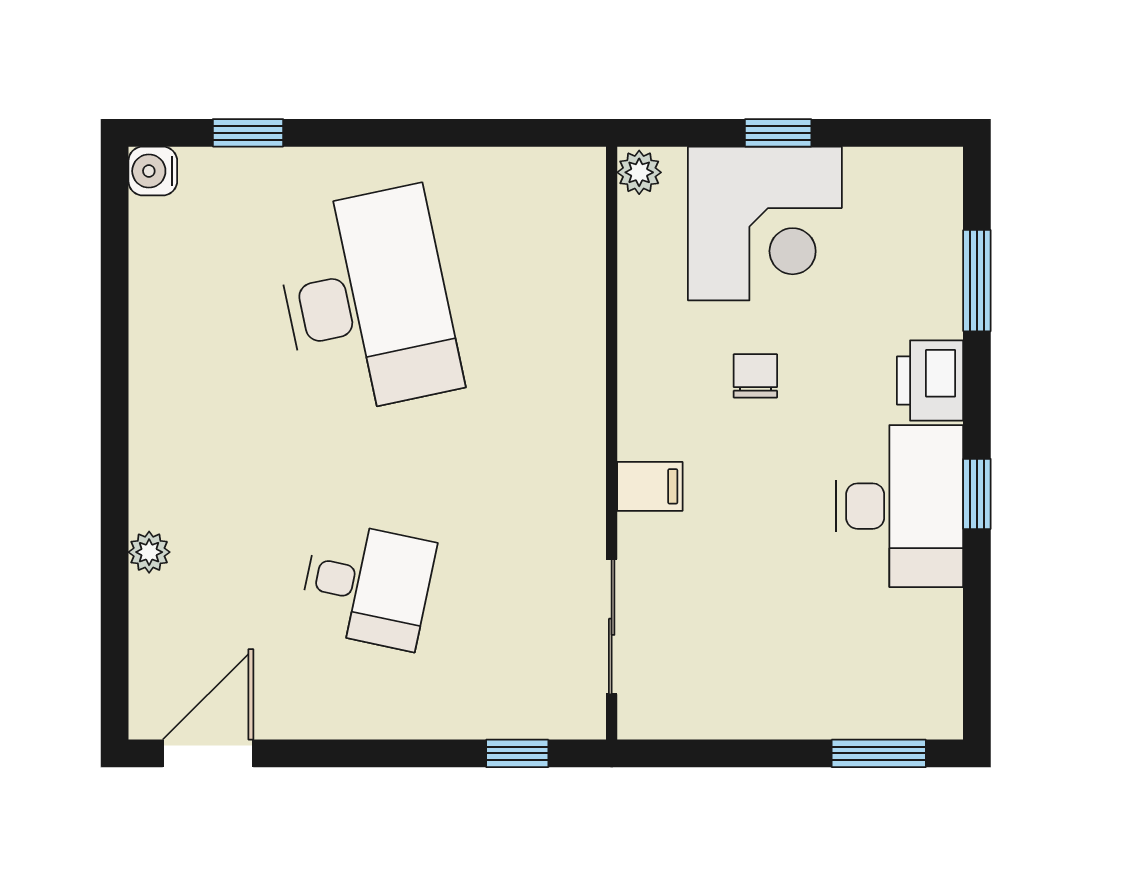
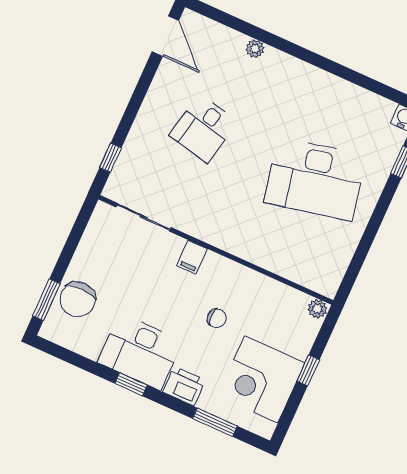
corner desk: (765, 223) -> (261, 379), moved
chair: (848, 688) -> (78, 299), added

